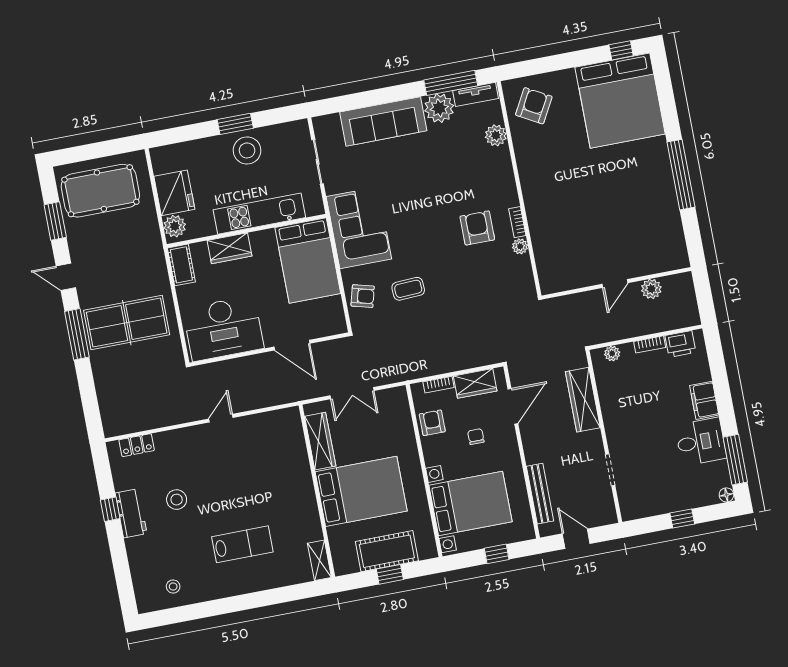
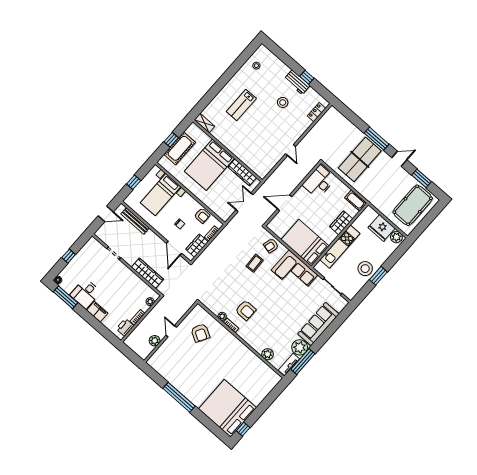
armchair: (534, 106) -> (200, 333), moved
plant: (175, 226) -> (396, 237), moved
desk: (223, 328) -> (319, 182), width x0.73, depth x0.77
bed with nightstands: (470, 503) -> (161, 195), width x0.73

